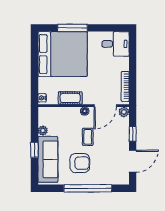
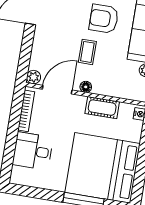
desk: (116, 44) -> (33, 151), moved
window: (133, 134) -> (27, 46), removed

